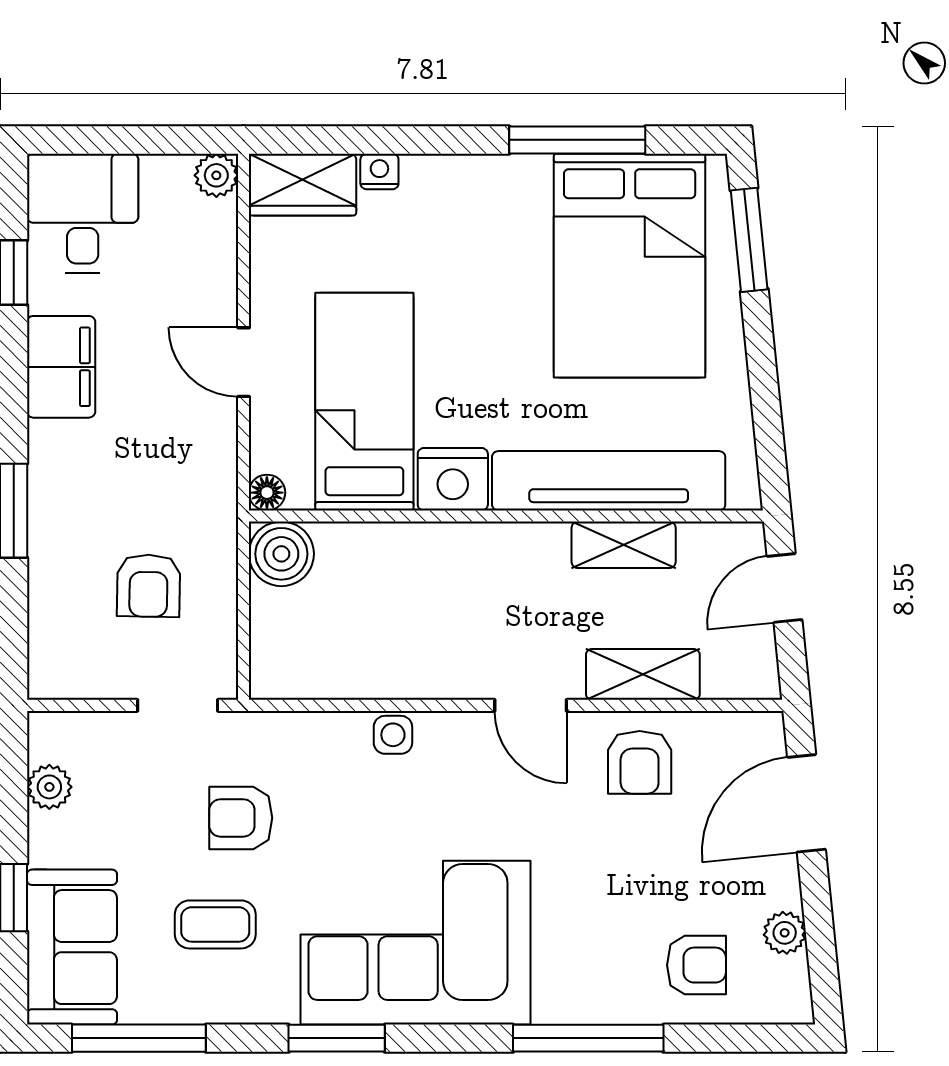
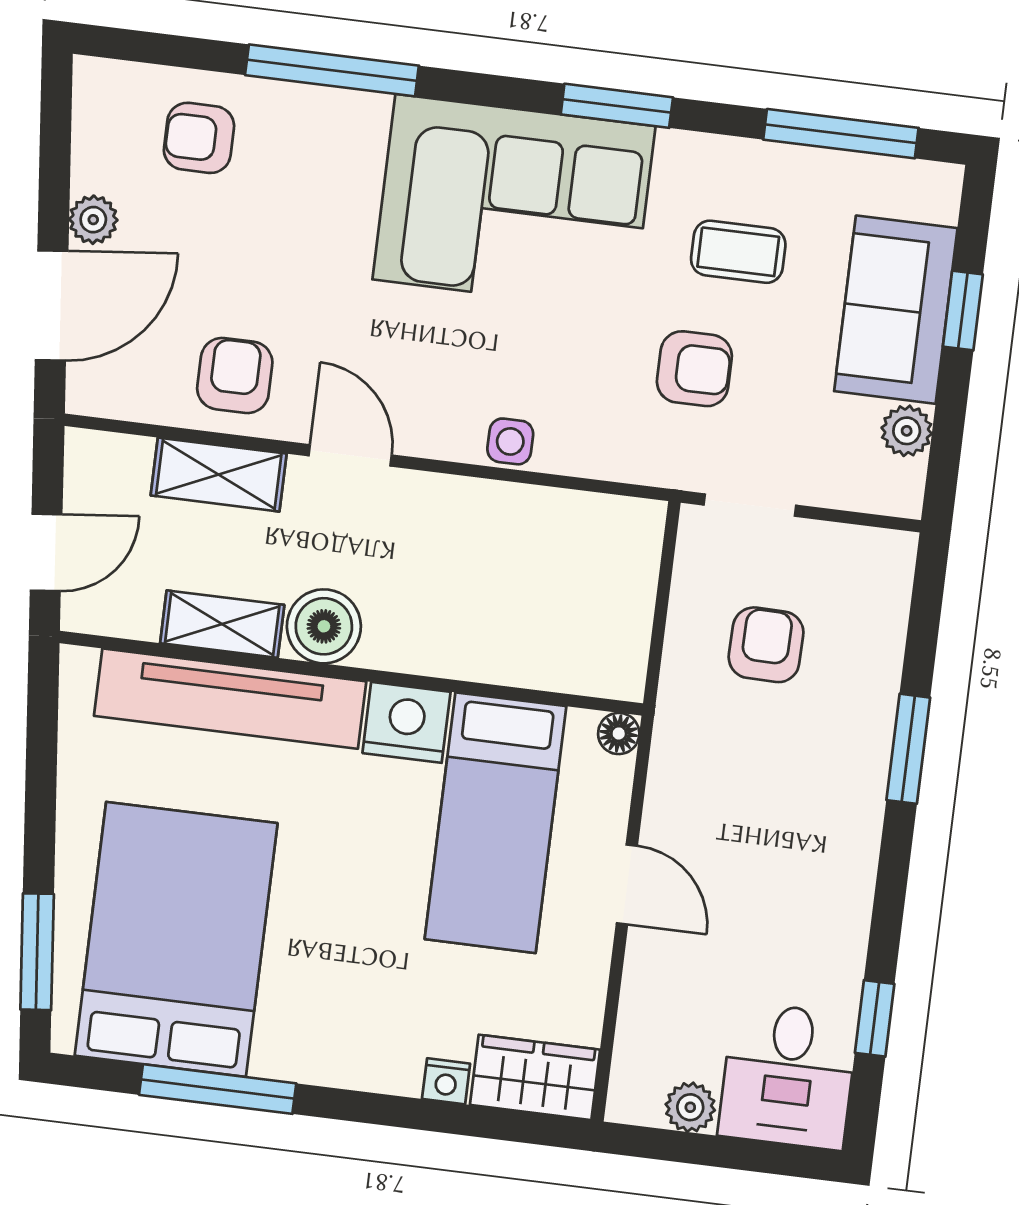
plant: (216, 175) -> (690, 1107), moved
filing cabinet: (61, 367) -> (834, 905), removed
boiler: (281, 554) -> (324, 626), moved
plant: (785, 933) -> (93, 220), moved
sofa: (72, 947) -> (896, 310), moved

